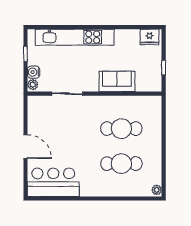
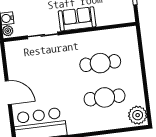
sofa: (117, 81) -> (77, 19), moved
plant: (157, 190) -> (138, 115), width x1.88, depth x1.88

